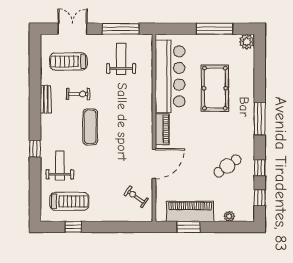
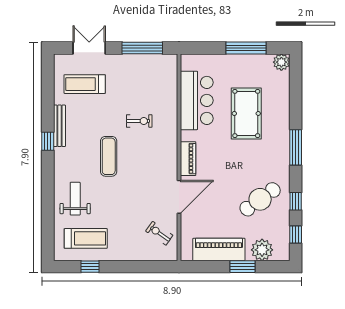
weight bench: (121, 59) -> (143, 81), removed
bar counter: (170, 76) -> (197, 100), width x0.73
exercise bike: (78, 94) -> (139, 121), moved
bench: (46, 99) -> (59, 126), width x1.36
window: (35, 149) -> (48, 141), moved
cafe table: (227, 166) -> (260, 199), width x1.37, depth x1.35
plant: (229, 216) -> (262, 250), width x1.87, depth x1.87
window: (189, 227) -> (242, 267), moved

